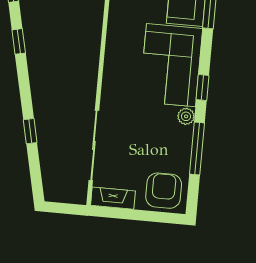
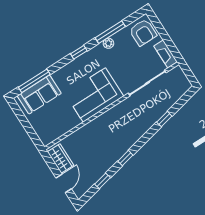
corner sofa: (171, 65) -> (94, 95), moved, turned 180
plant: (186, 116) -> (108, 43), moved
armchair: (164, 191) -> (143, 32), turned -90

